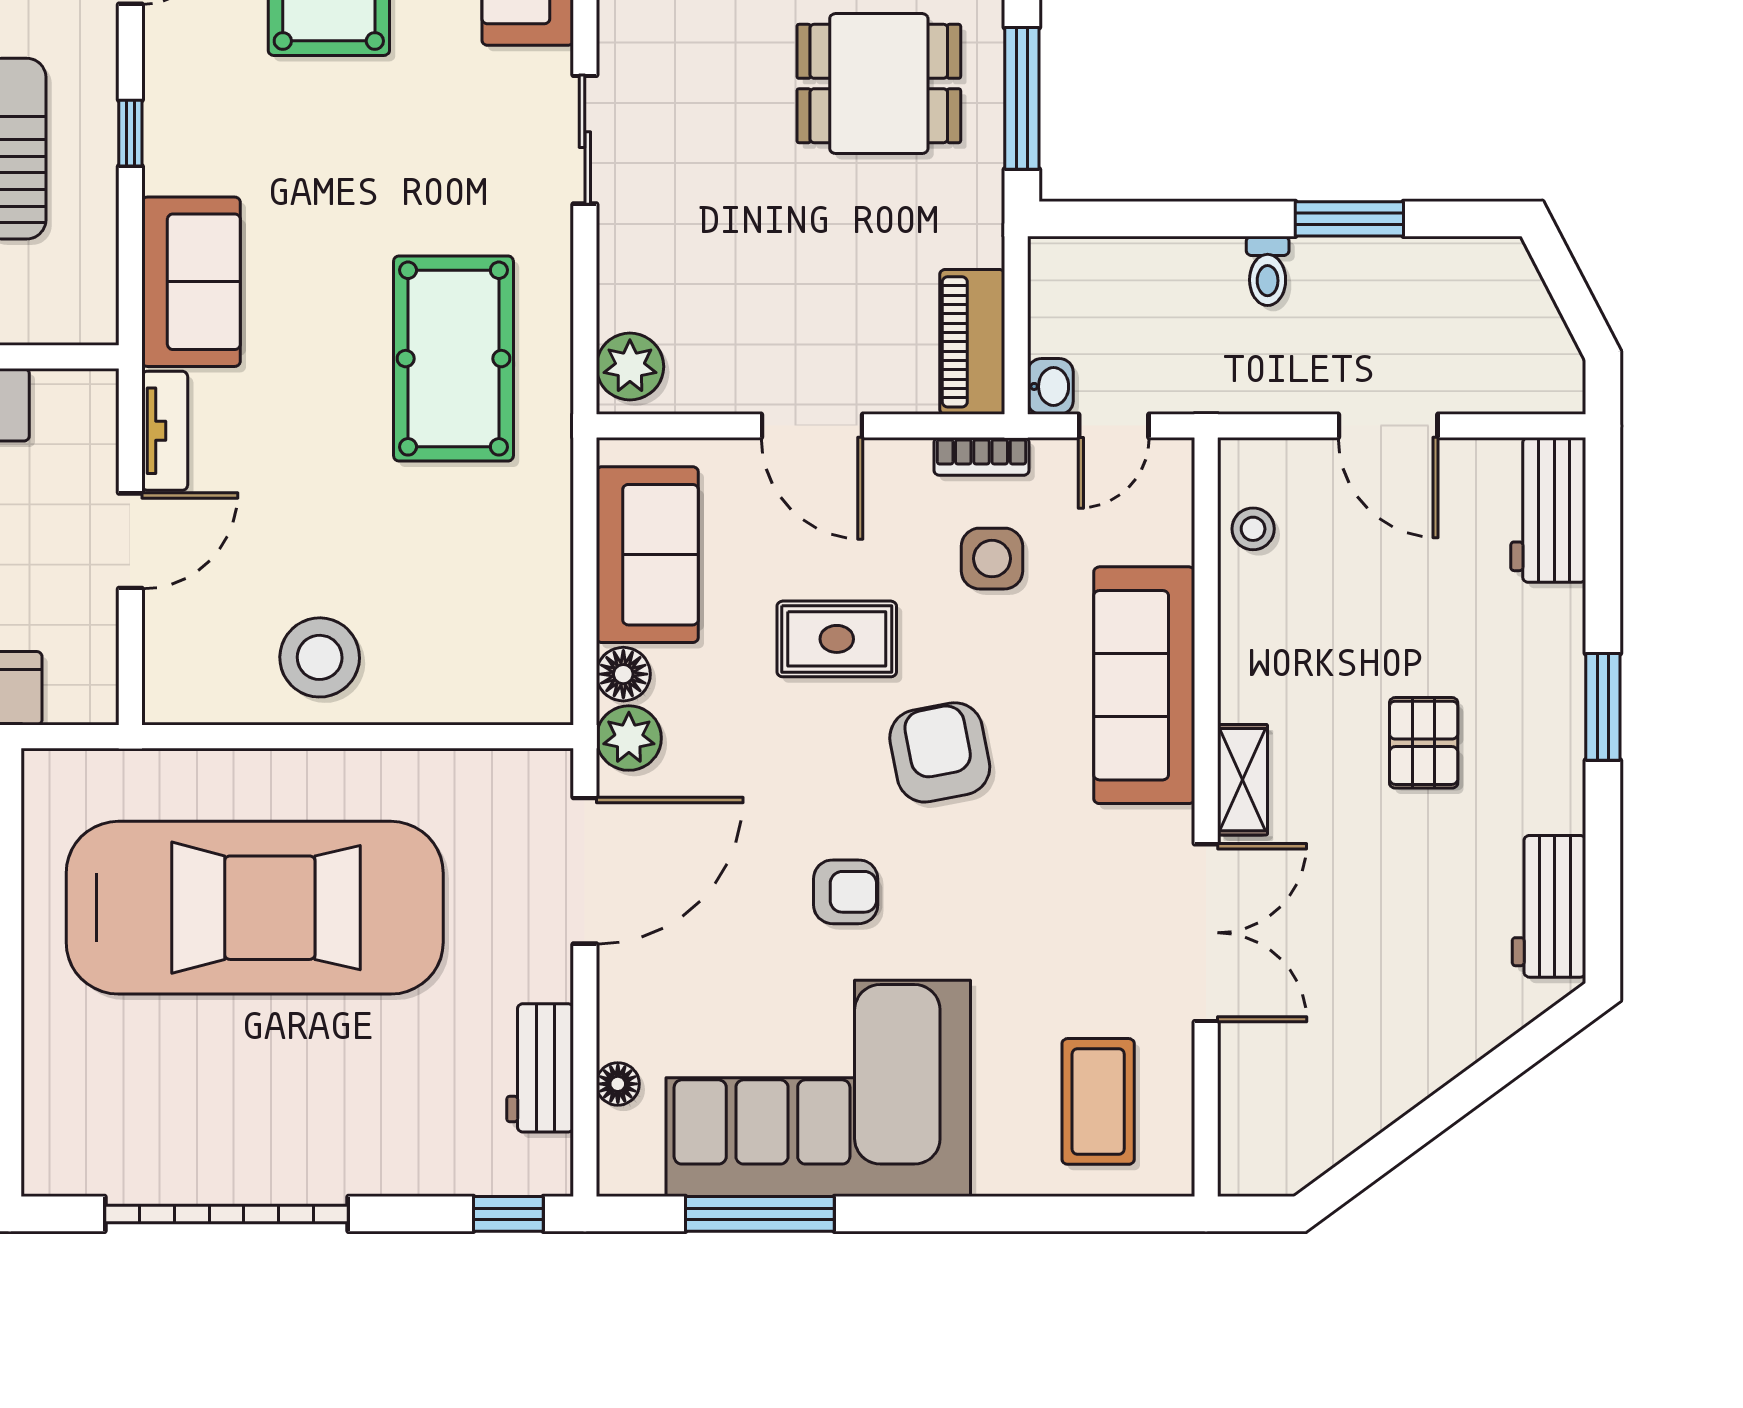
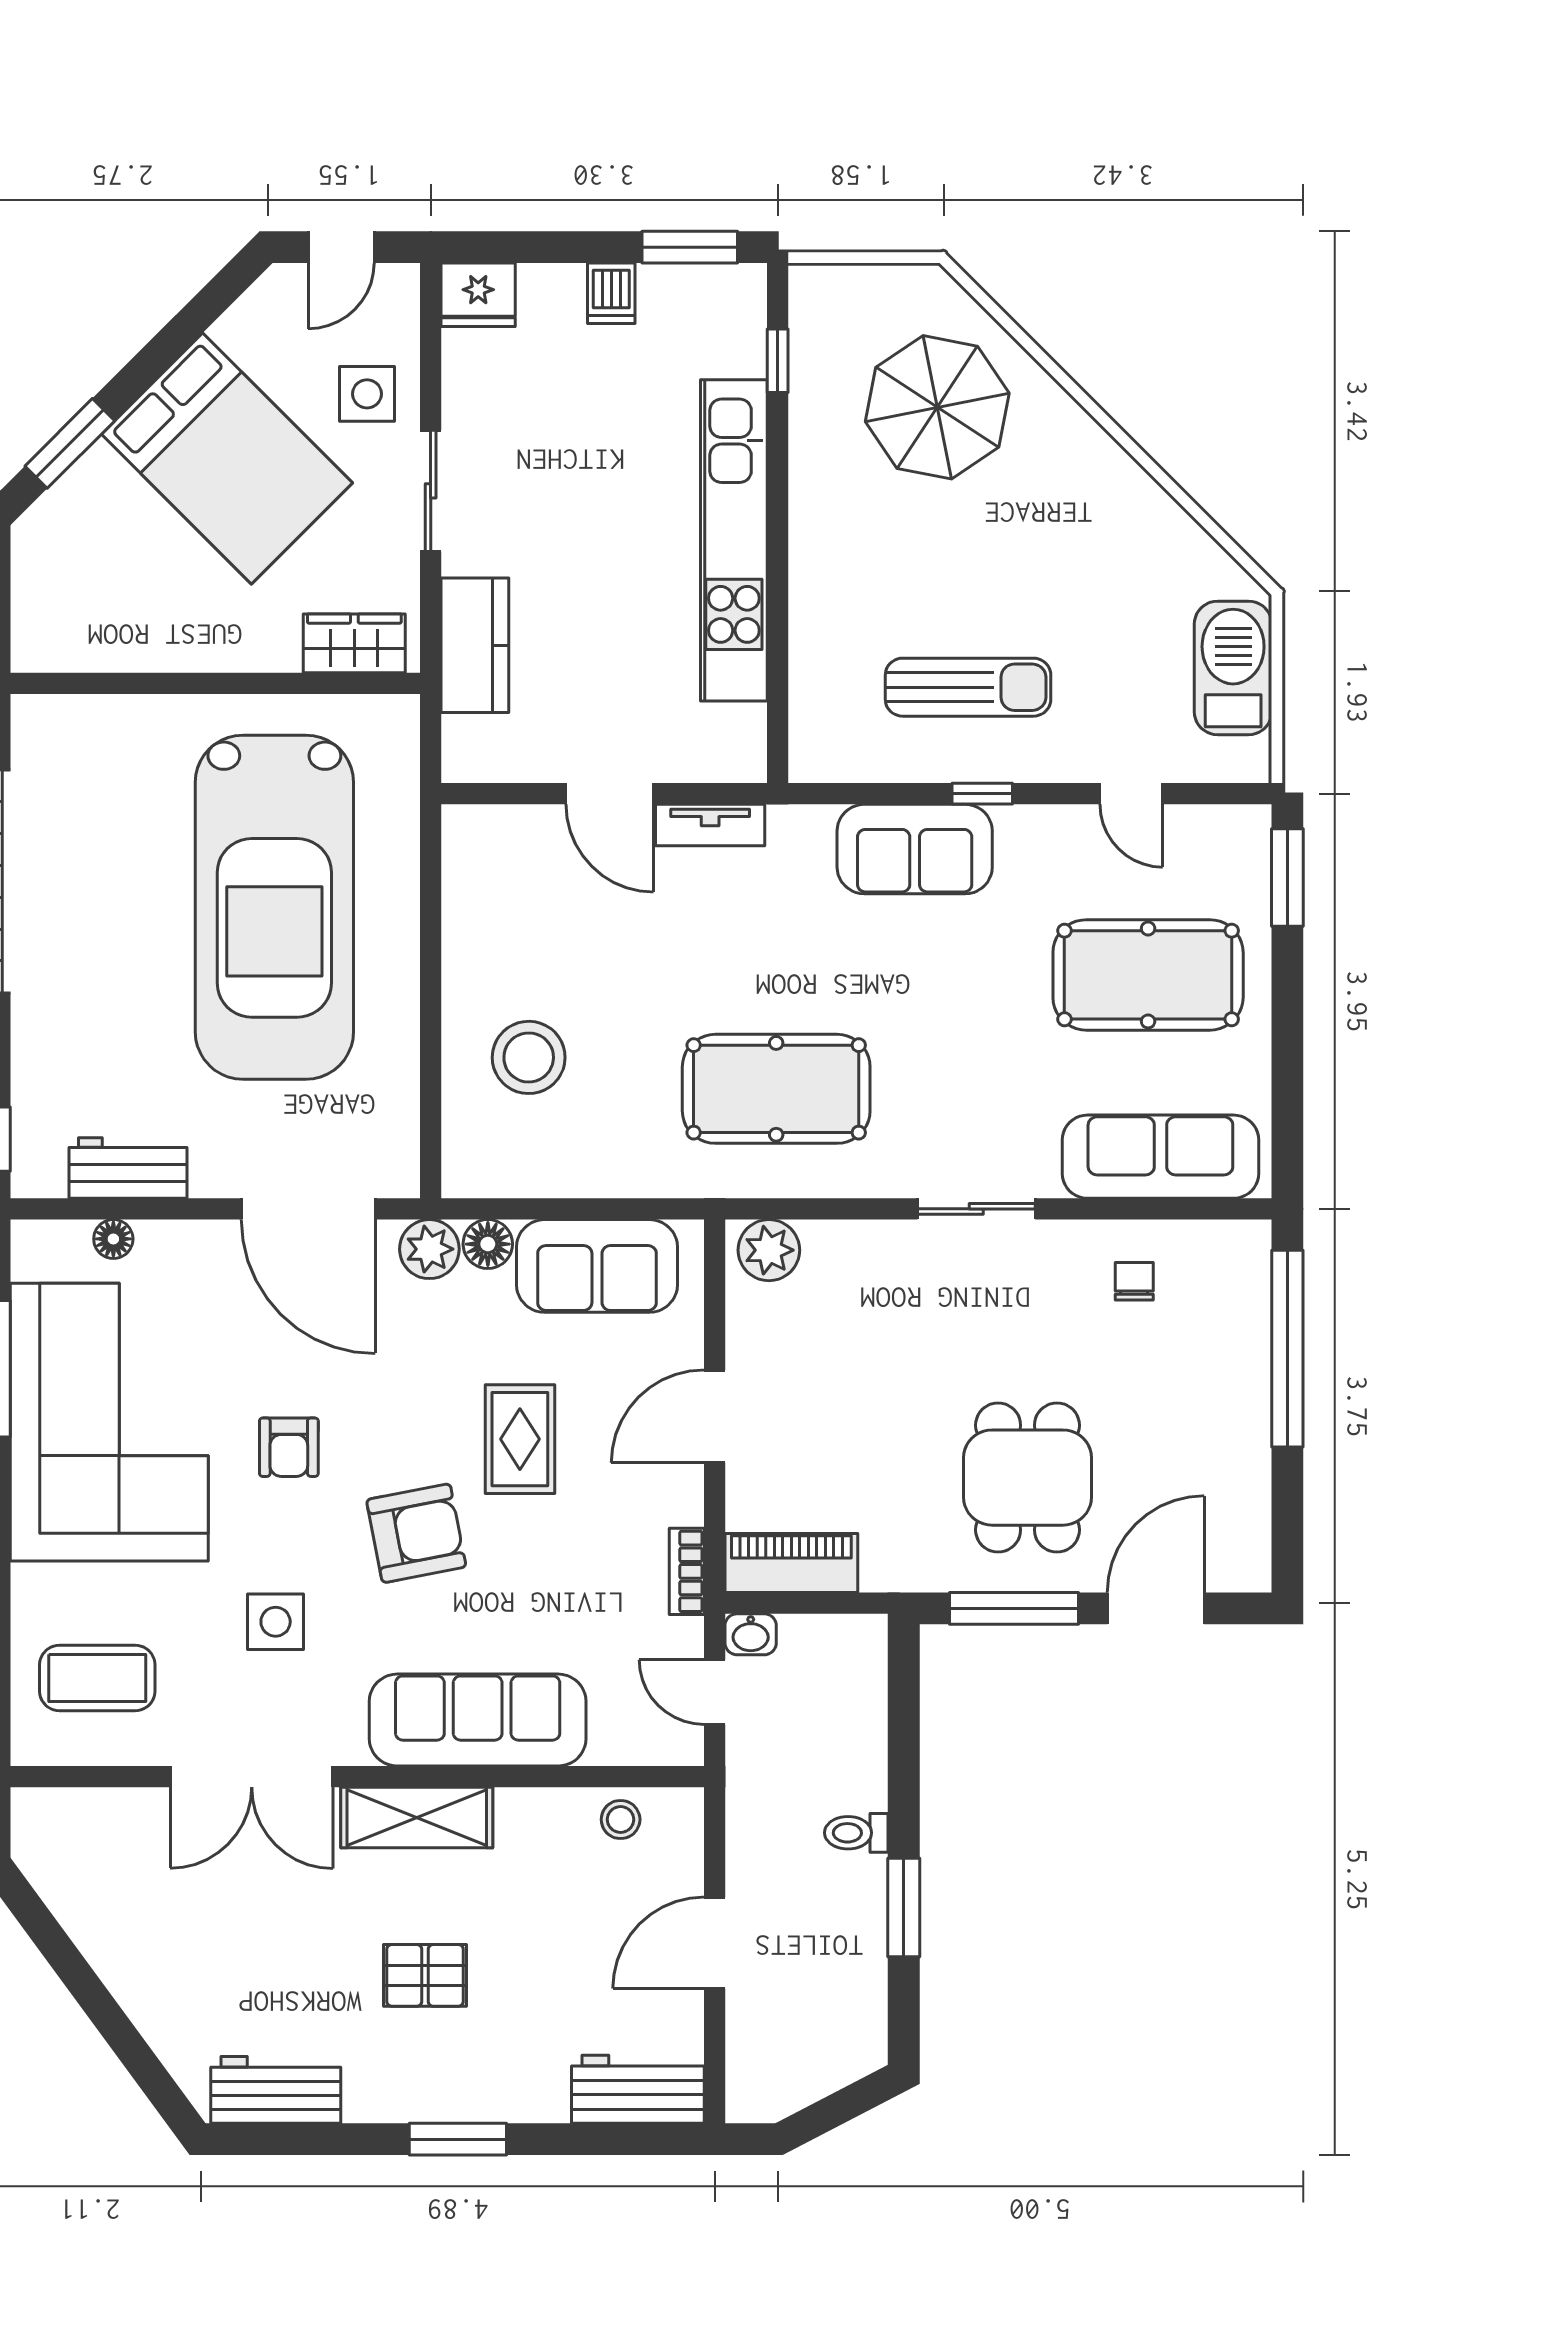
sofa: (191, 282) -> (915, 849), moved
side table: (992, 559) -> (276, 1622), moved
stool: (320, 657) -> (529, 1057), moved
shelving: (1242, 780) -> (417, 1817), width x1.50, depth x1.33

